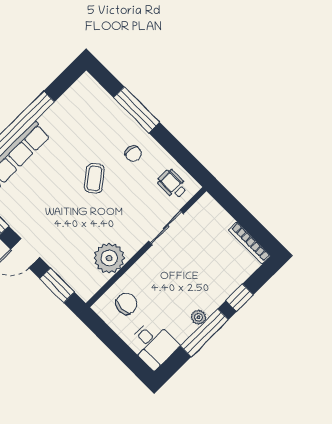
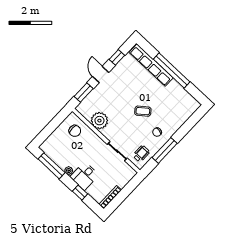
window: (137, 110) -> (165, 150), moved
window: (204, 333) -> (52, 166), moved
desk: (153, 344) -> (85, 176), moved

